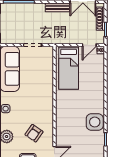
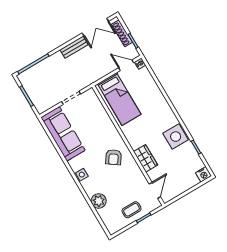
door: (89, 45) -> (126, 65), swing flipped
wardrobe: (62, 125) -> (146, 158), added
armchair: (34, 133) -> (114, 157), moved

